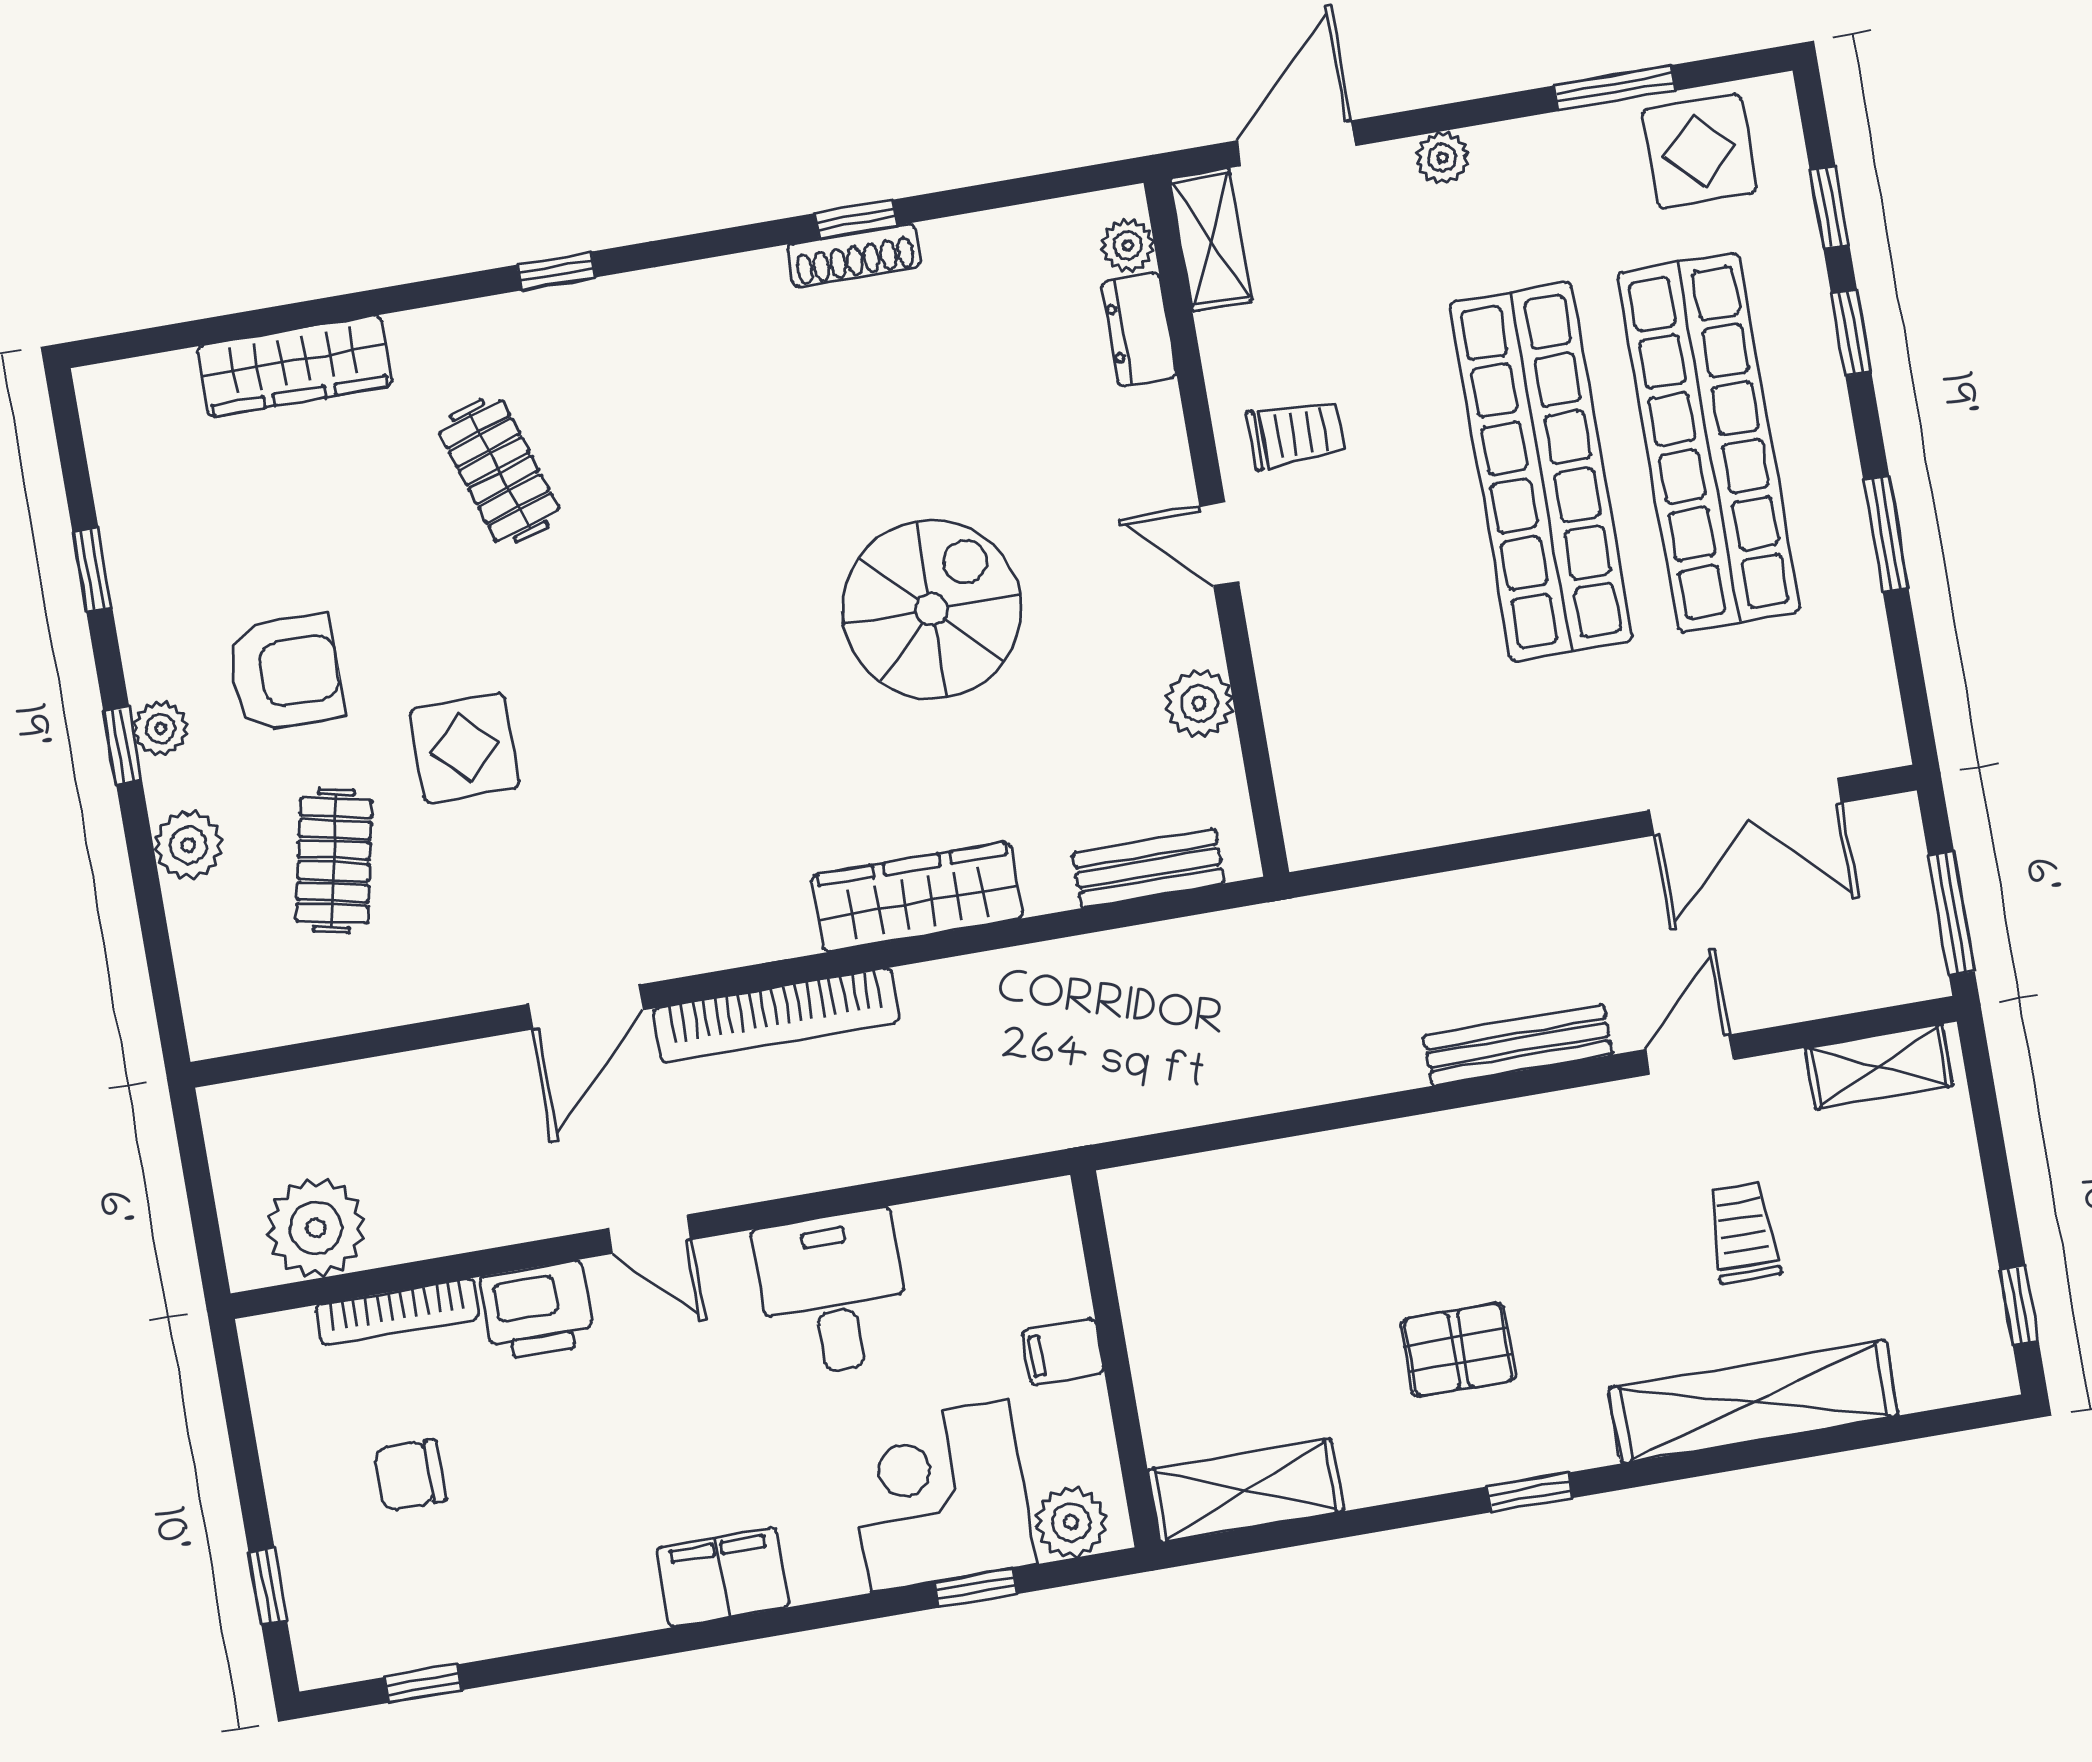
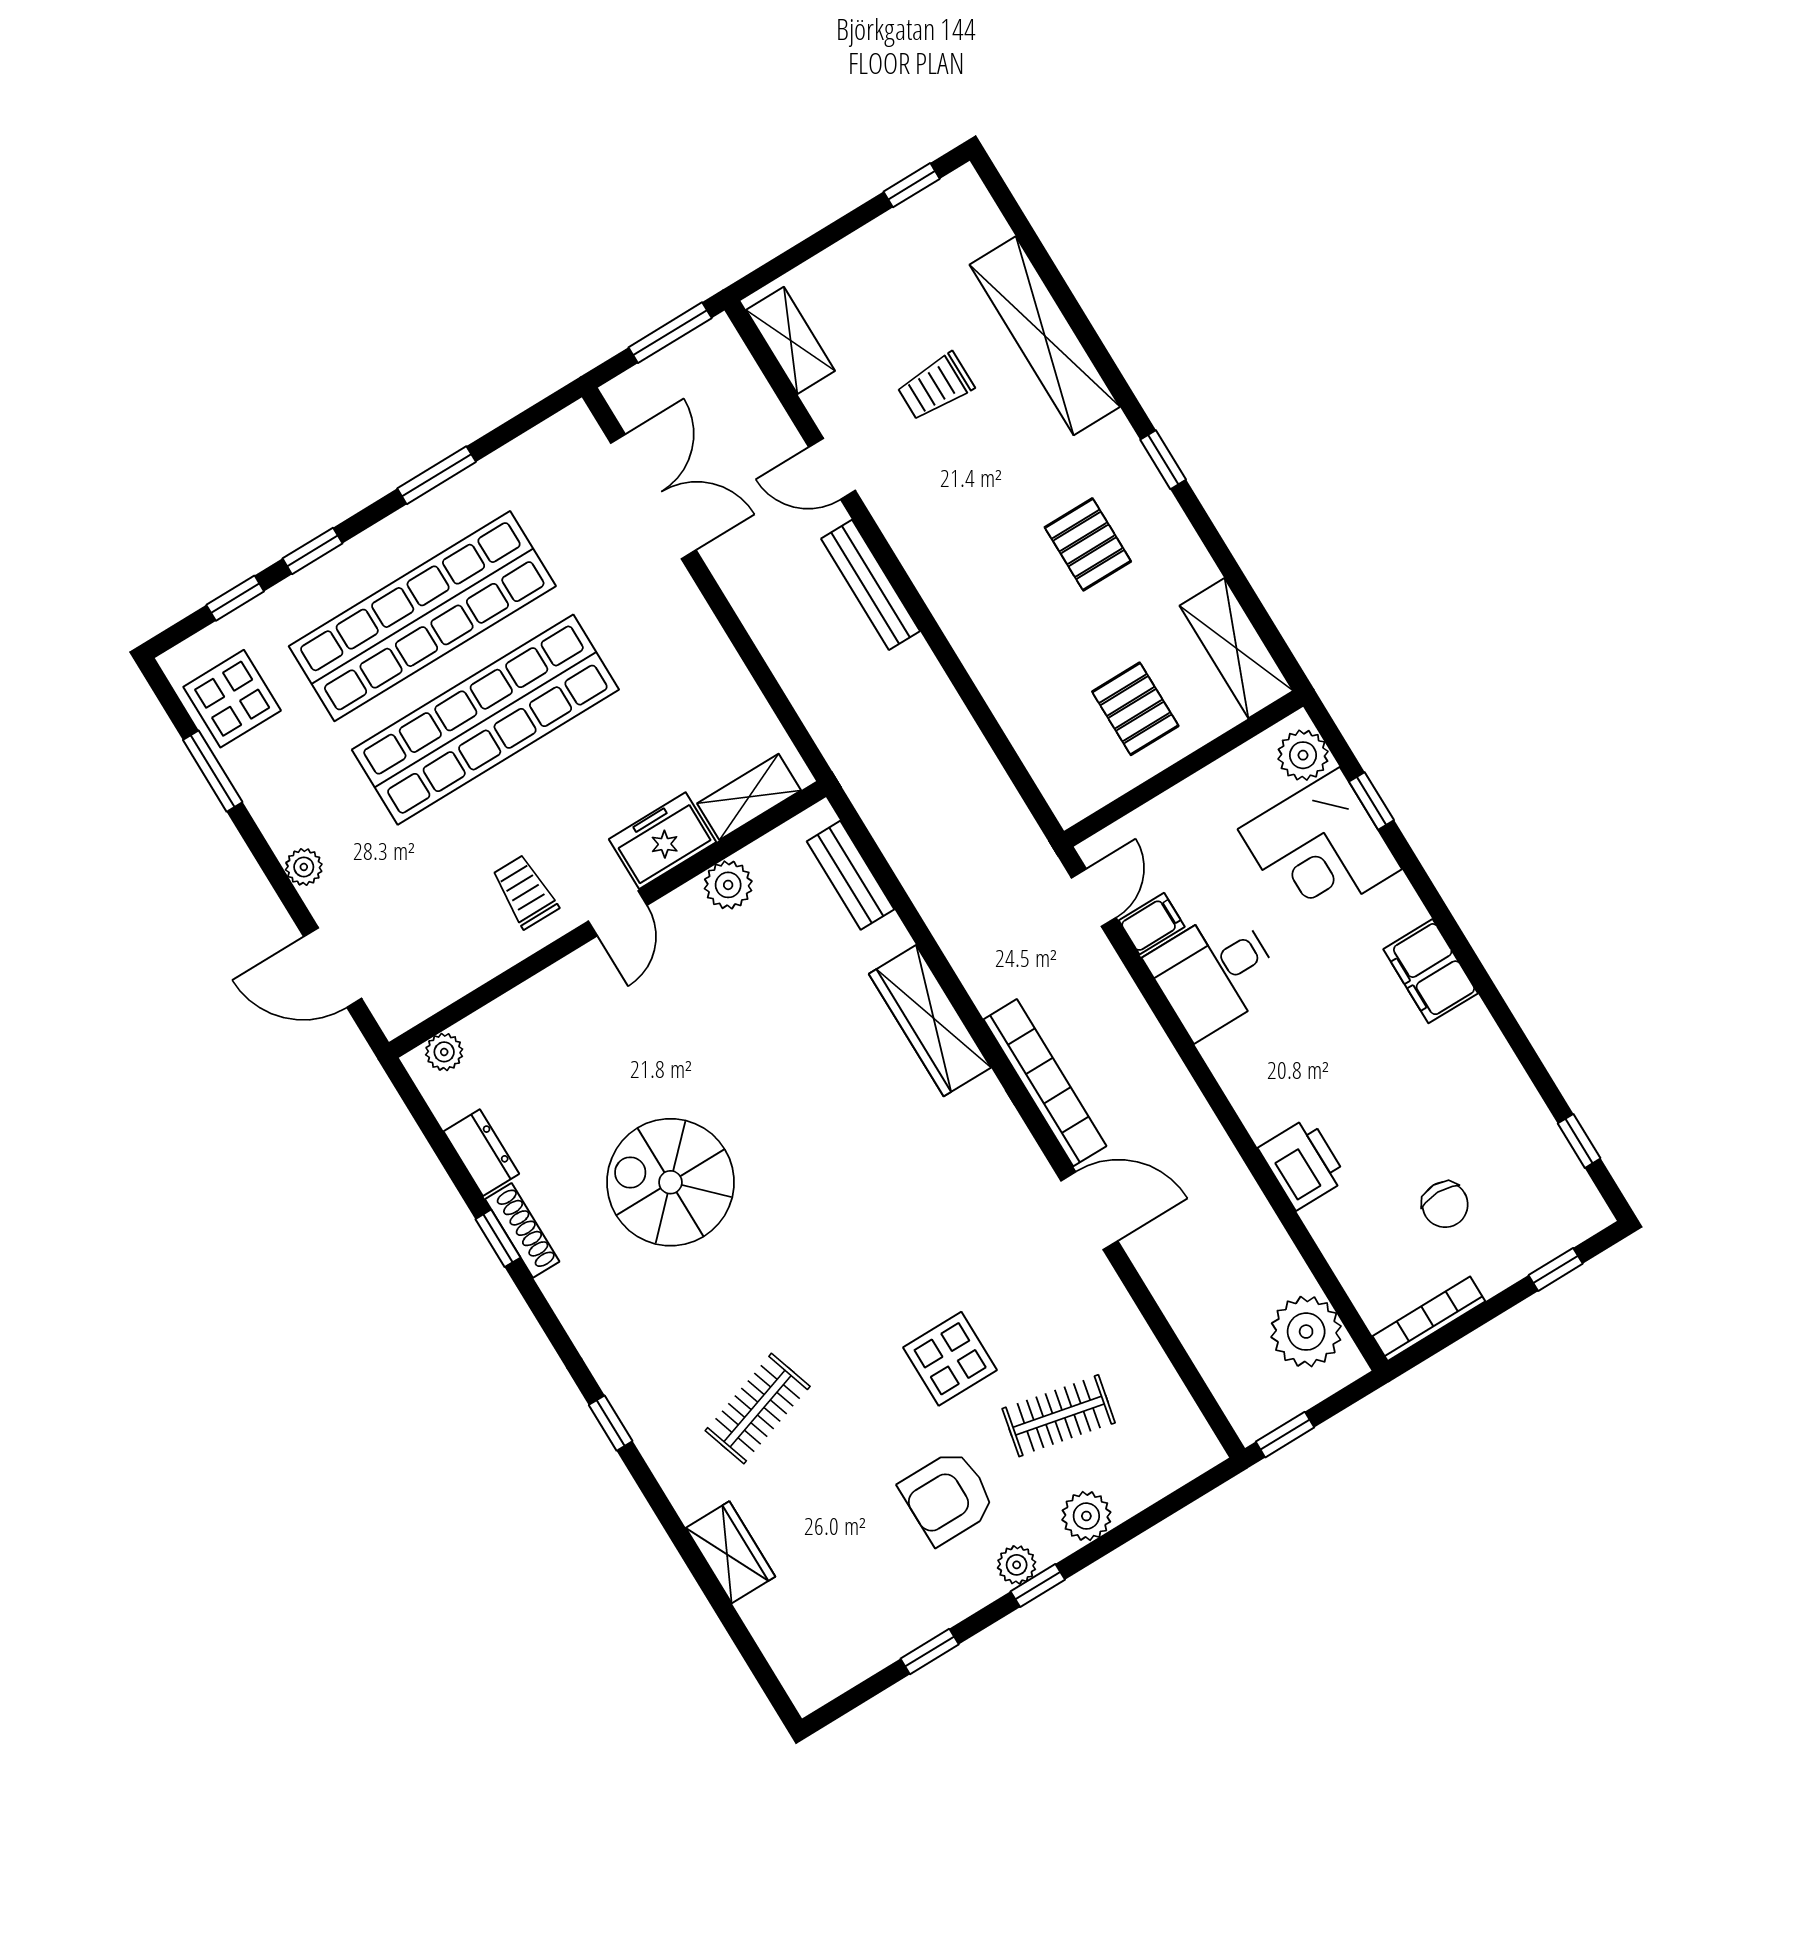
shelving: (1211, 240) -> (749, 797), moved
dresser: (1139, 330) -> (481, 1153), moved, turned -90
wardrobe: (295, 366) -> (730, 1552), width x0.67
spiral stairs: (932, 609) -> (670, 1182), moved
freezer: (1291, 640) -> (662, 841), added
armchair: (285, 673) -> (947, 1497), turned -90
window: (192, 1147) -> (1285, 1435), added
door: (650, 1234) -> (1094, 898), moved
bookcase: (398, 1312) -> (1429, 1319), moved, turned -90
pallet: (1219, 1327) -> (1135, 709), added
filing cabinet: (1063, 1352) -> (1152, 924), moved, turned -90

